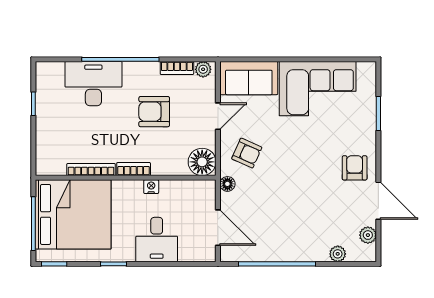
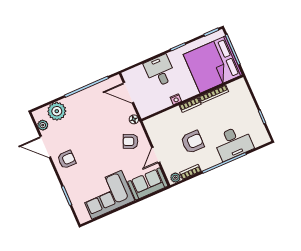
floor lamp: (202, 162) -> (153, 126), removed
armchair: (355, 168) -> (67, 159), turned -90
plant: (338, 254) -> (57, 111), width x1.88, depth x1.88

